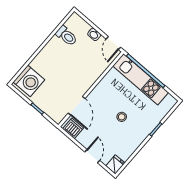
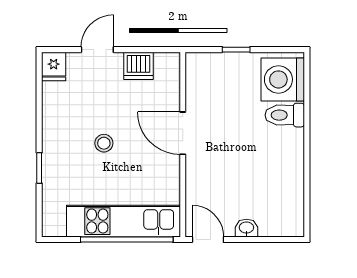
toilet: (66, 36) -> (285, 115), moved
door: (77, 106) -> (183, 133), moved
dishwasher: (73, 128) -> (138, 66), moved
door: (92, 156) -> (97, 50), swing flipped

